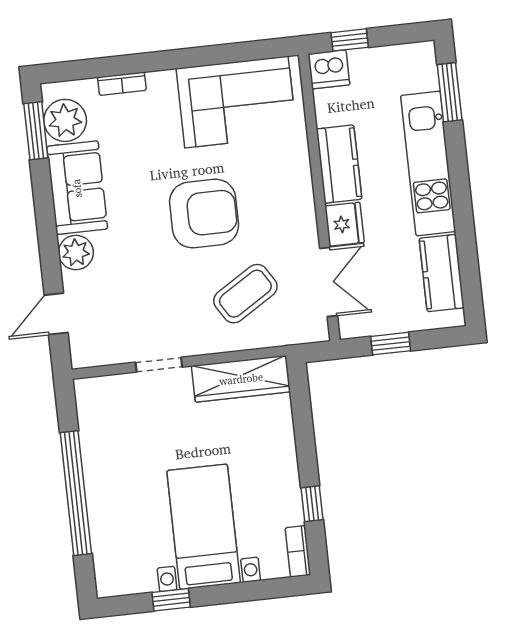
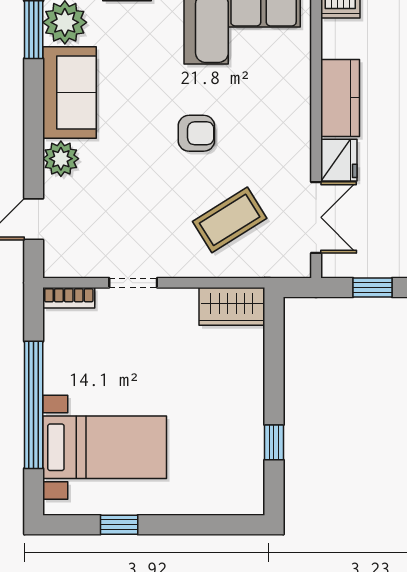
armchair: (204, 213) -> (196, 133), width x0.53, depth x0.53
wardrobe: (241, 379) -> (232, 306), width x0.67
bed with nightstands: (204, 527) -> (105, 447), moved, turned 90
bookcase: (298, 551) -> (69, 298), moved, turned -90

